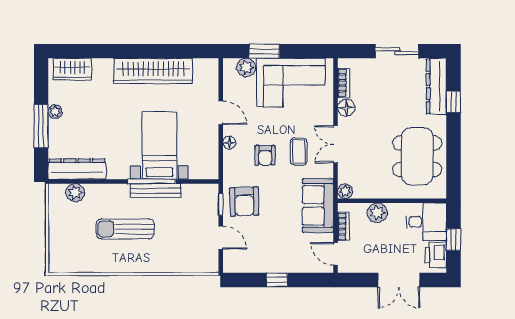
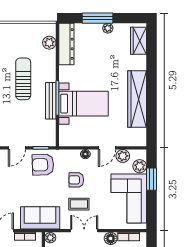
plant: (232, 91) -> (123, 156), added

